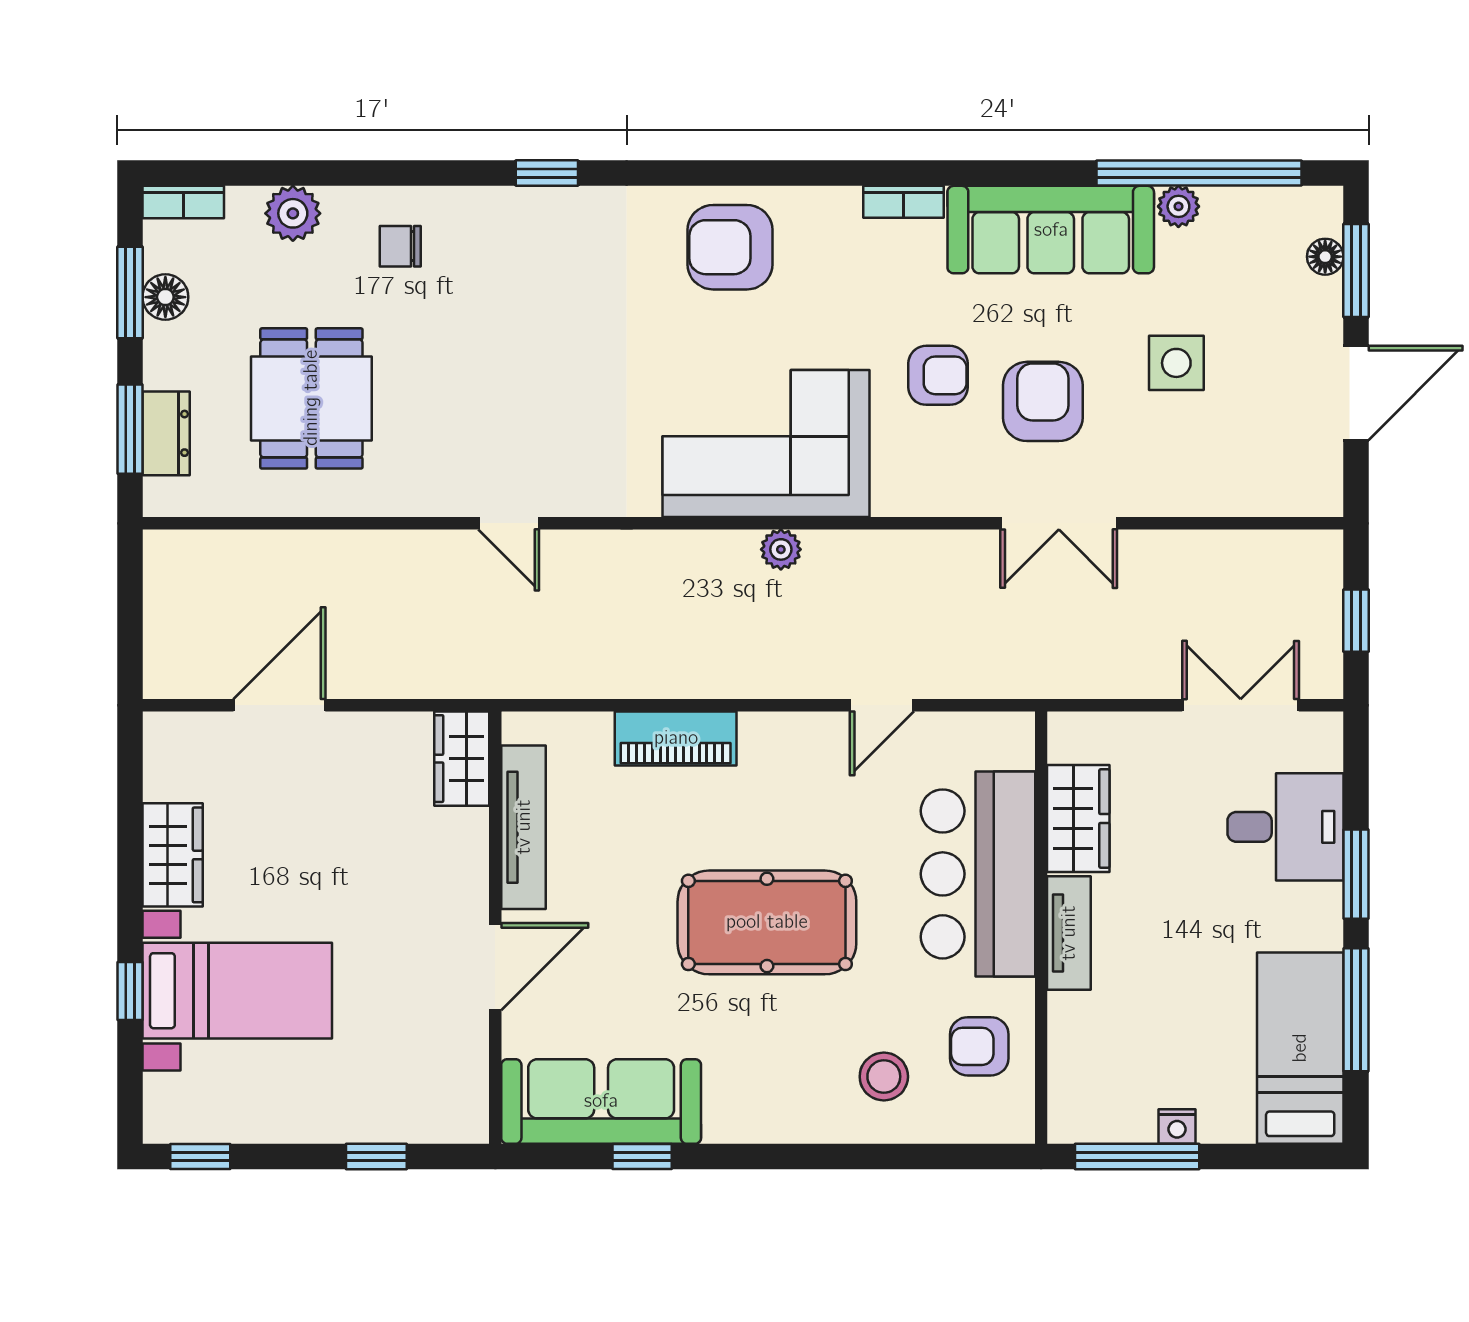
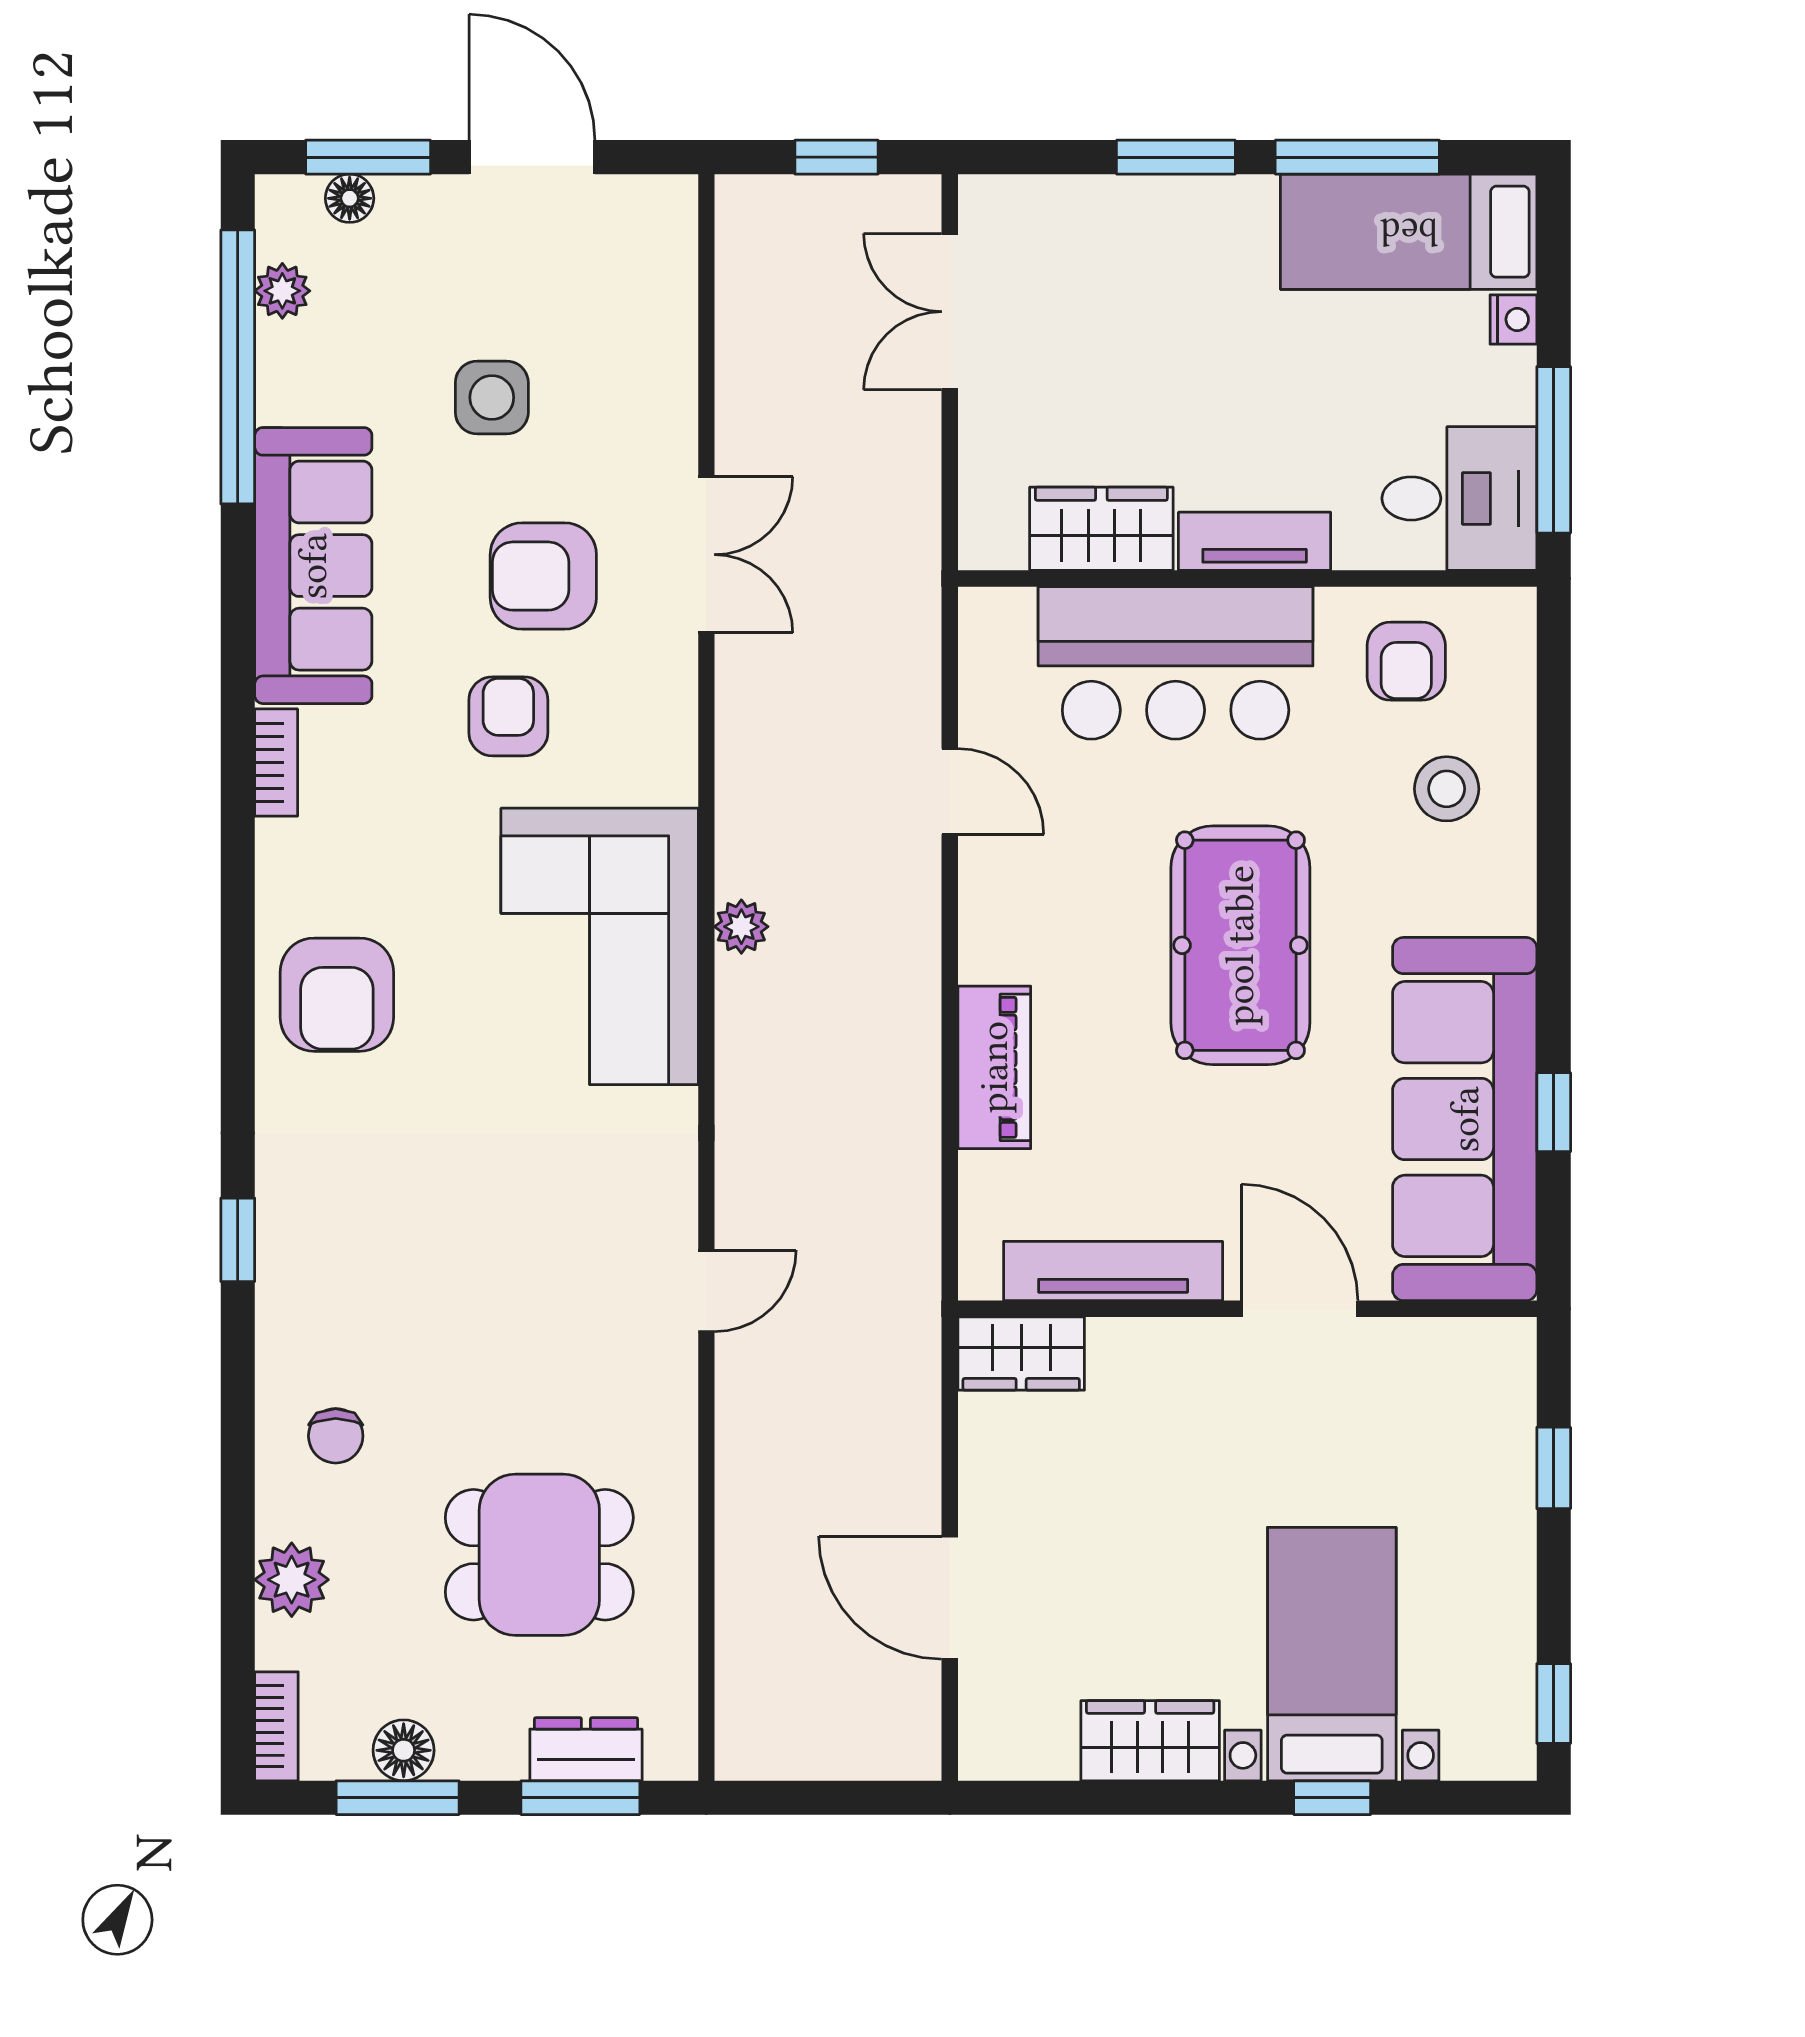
plant: (1178, 206) -> (282, 291), moved
desk: (1285, 827) -> (1459, 498), moved, turned 90
sofa: (601, 1101) -> (1465, 1119), width x1.36, depth x1.27
nightstand: (1177, 1126) -> (1513, 319), moved

